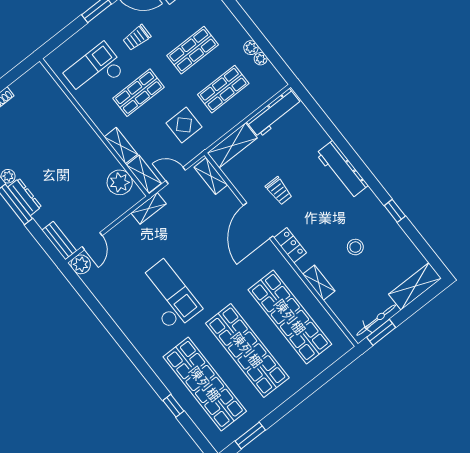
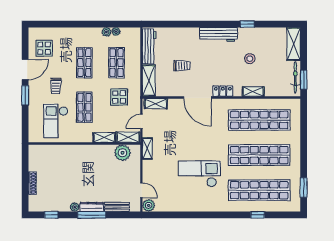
workbench: (342, 170) -> (219, 34), moved
trolley: (279, 191) -> (182, 66), moved
bench: (59, 241) -> (117, 207), moved

